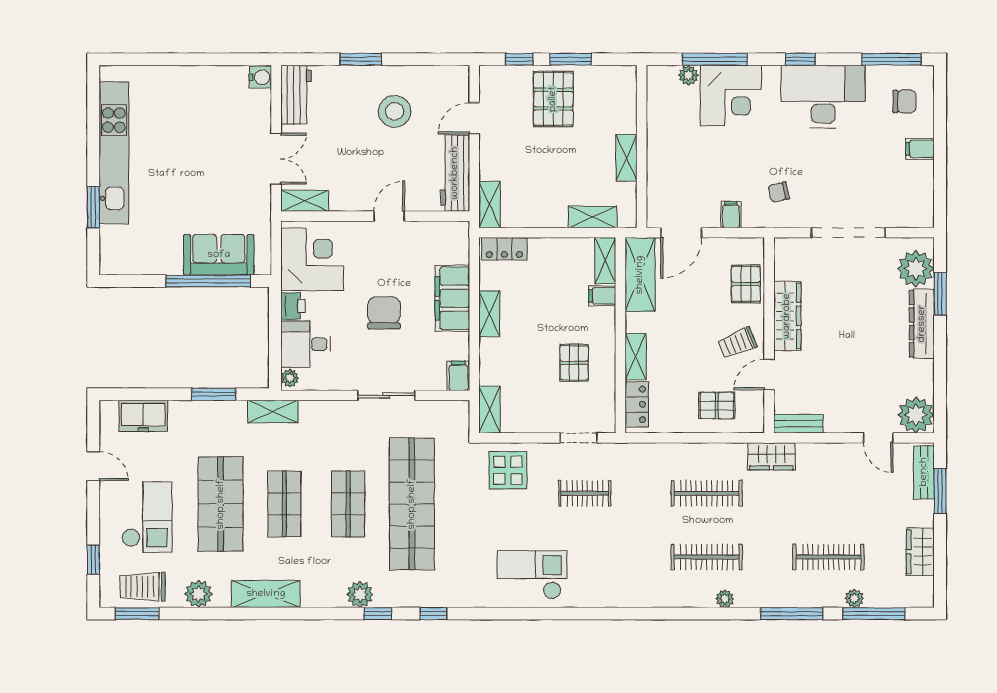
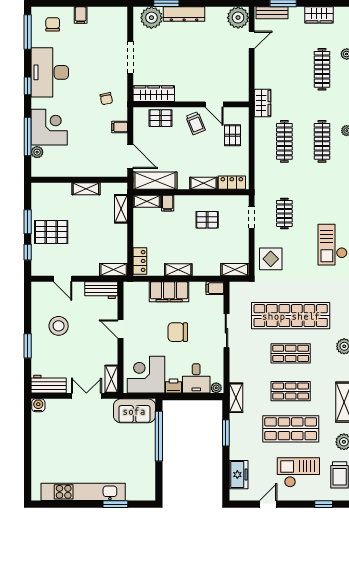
workbench: (455, 173) -> (101, 290), width x0.73
doorway: (848, 233) -> (130, 58), width x0.73
sofa: (219, 255) -> (134, 411), moved, turned -90
wardrobe: (787, 316) -> (154, 94), moved
bench: (798, 424) -> (243, 87), removed

